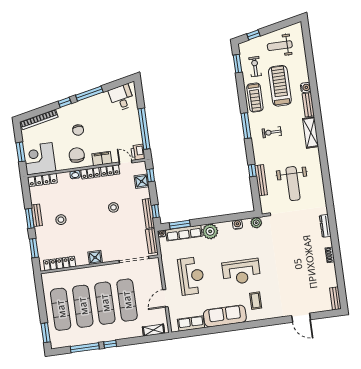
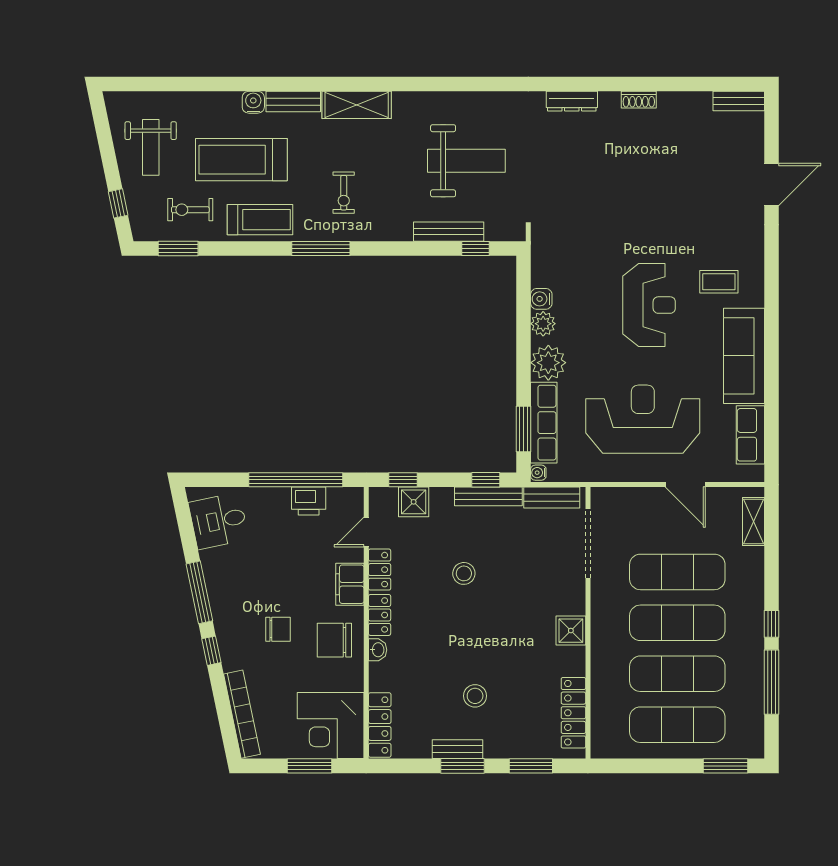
printer: (138, 152) -> (309, 501), moved
window: (252, 171) -> (476, 249), moved
plant: (256, 223) -> (543, 324), moved
reception desk: (191, 276) -> (643, 419), width x1.36, depth x1.30

